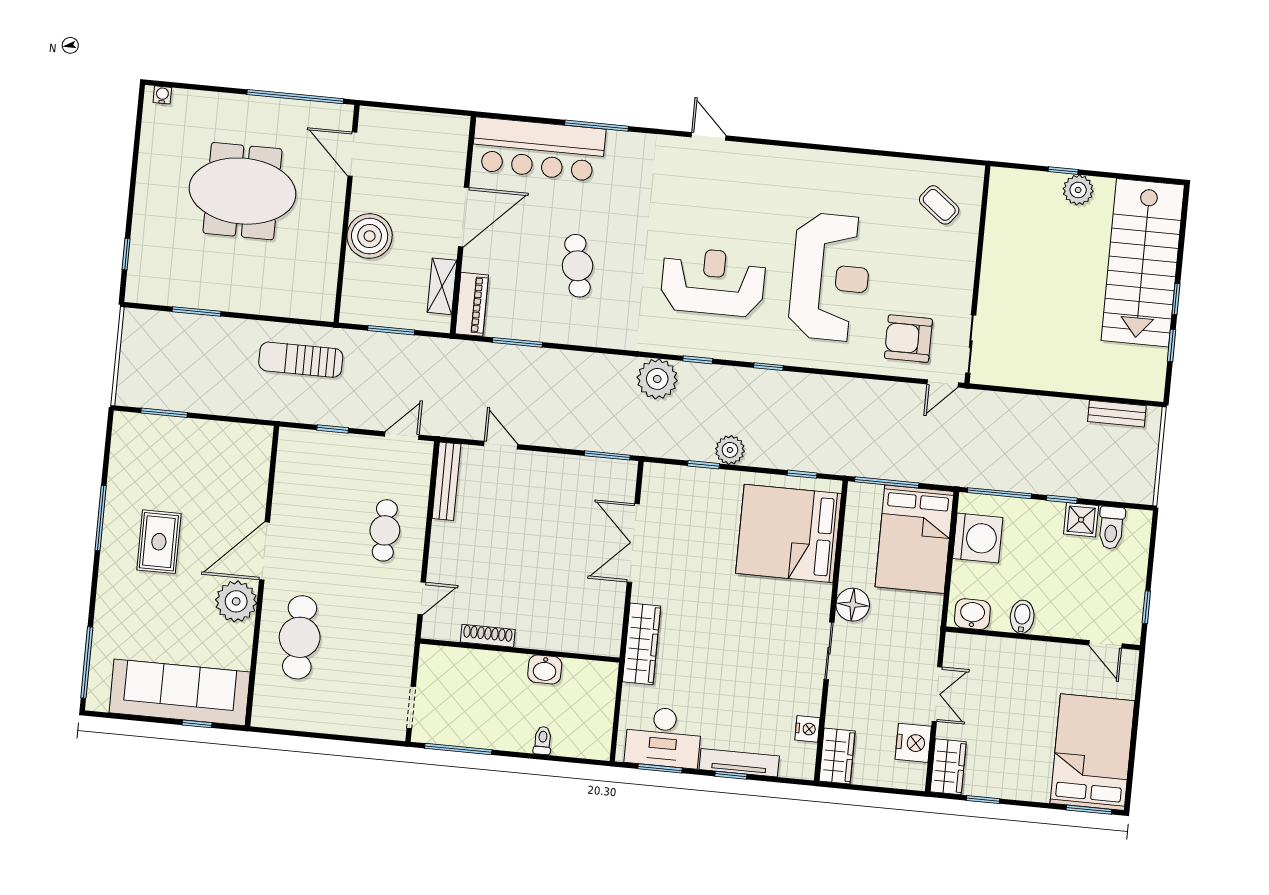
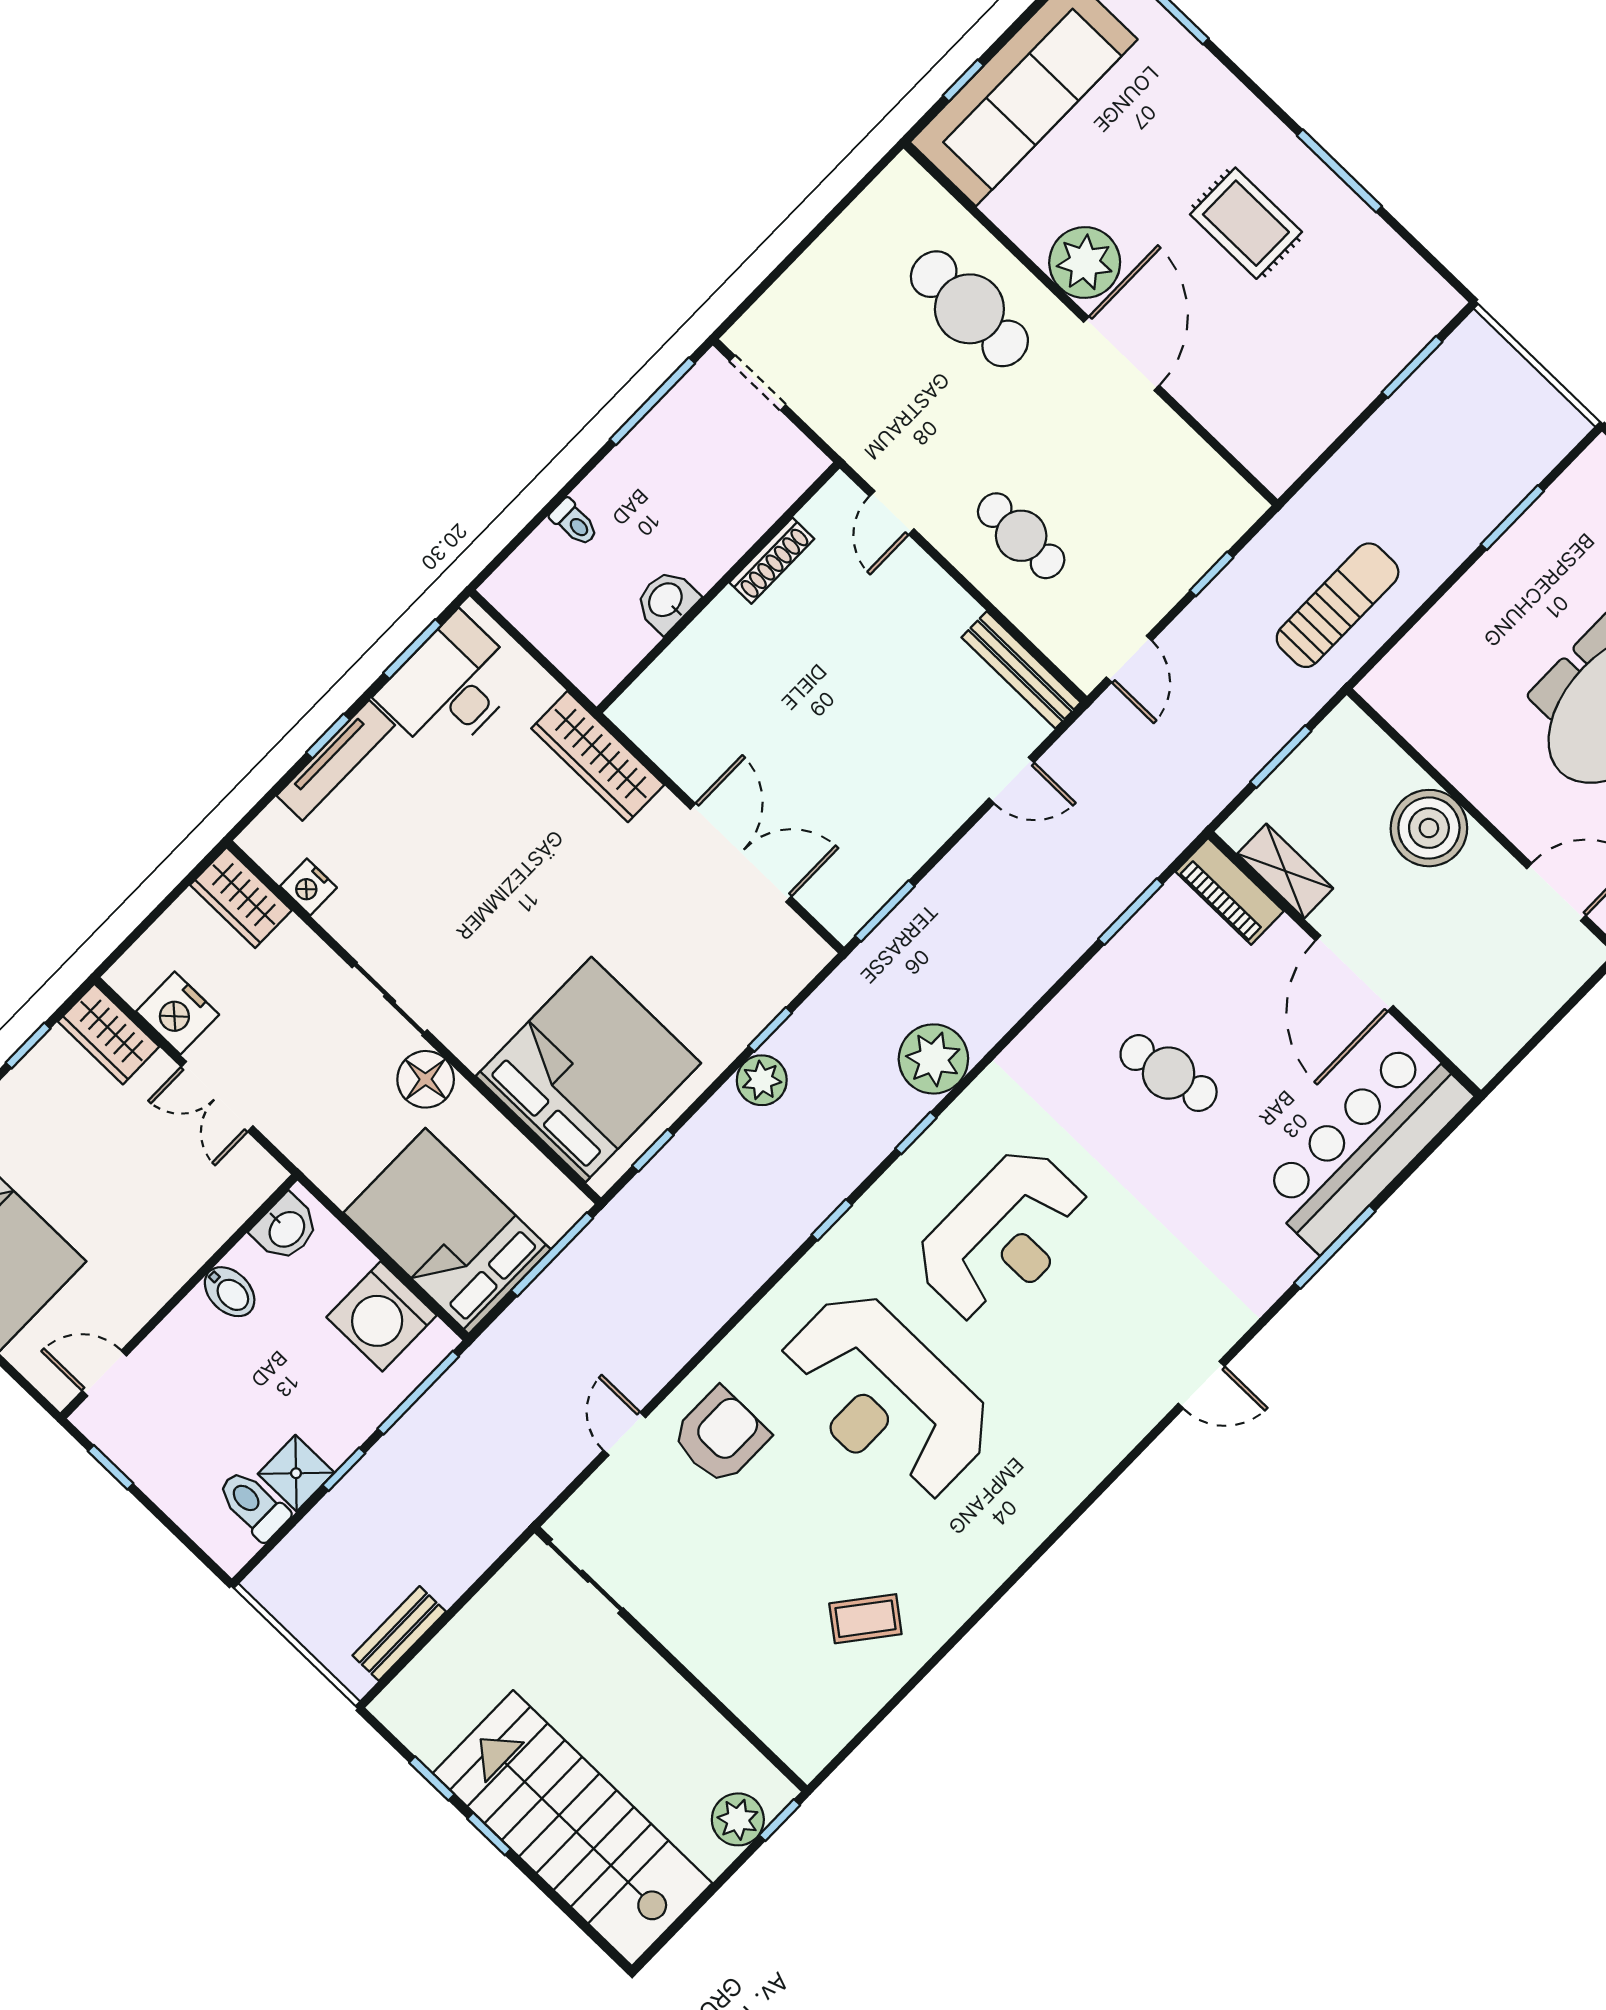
wall: (977, 274) -> (671, 1659), moved
sliding door: (971, 344) -> (585, 1576), moved

